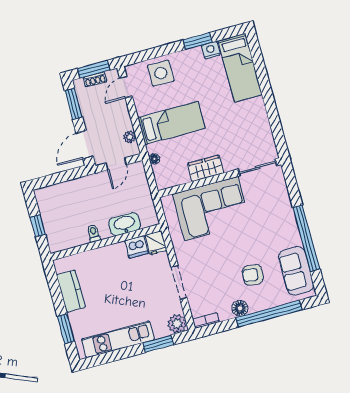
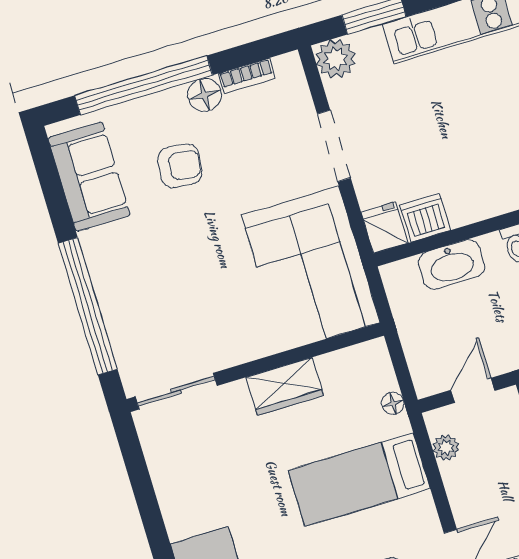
corner sofa: (211, 209) -> (311, 269), moved, turned -90
window: (306, 238) -> (88, 306), moved
bookcase: (206, 321) -> (247, 76), moved

